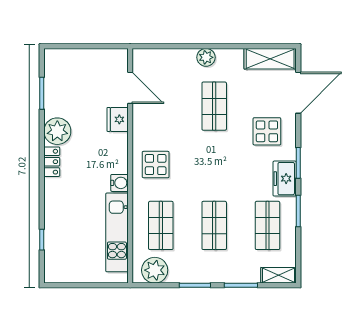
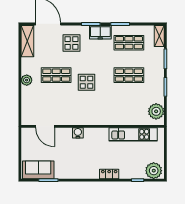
sofa: (59, 76) -> (38, 170), added
door: (130, 88) -> (45, 126), swing flipped
fridge: (118, 119) -> (64, 134), removed
plant: (57, 131) -> (154, 171), moved
locker: (52, 162) -> (109, 174), moved
display table: (156, 165) -> (87, 82), moved
water cooler: (119, 183) -> (78, 133), moved
shop shelf: (161, 225) -> (129, 108), removed

